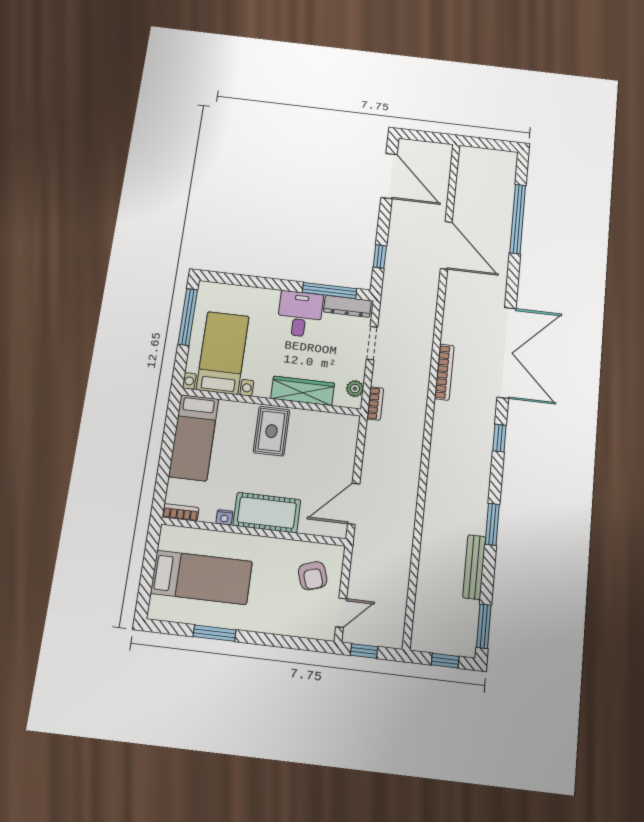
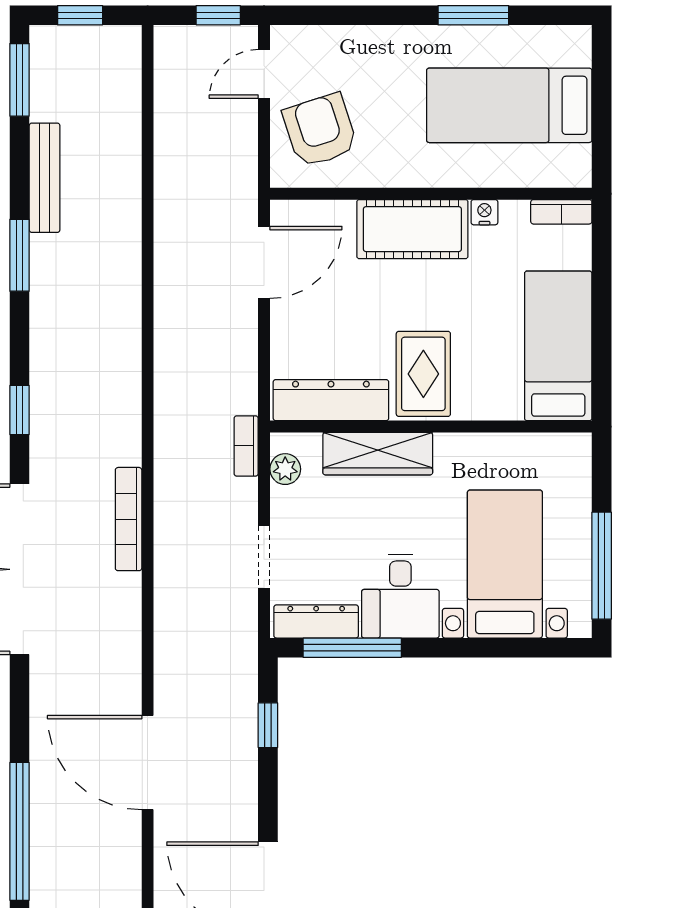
bed with nightstands: (223, 353) -> (505, 564), moved, turned 180
dresser: (325, 423) -> (331, 400), added
armchair: (313, 576) -> (320, 130), width x1.38, depth x1.38

